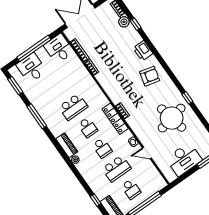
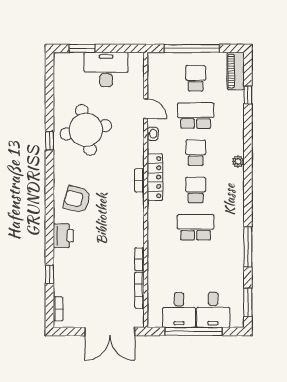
plant: (124, 22) -> (62, 287), removed
desk: (59, 49) -> (179, 310), moved
piano: (67, 145) -> (236, 186), removed

